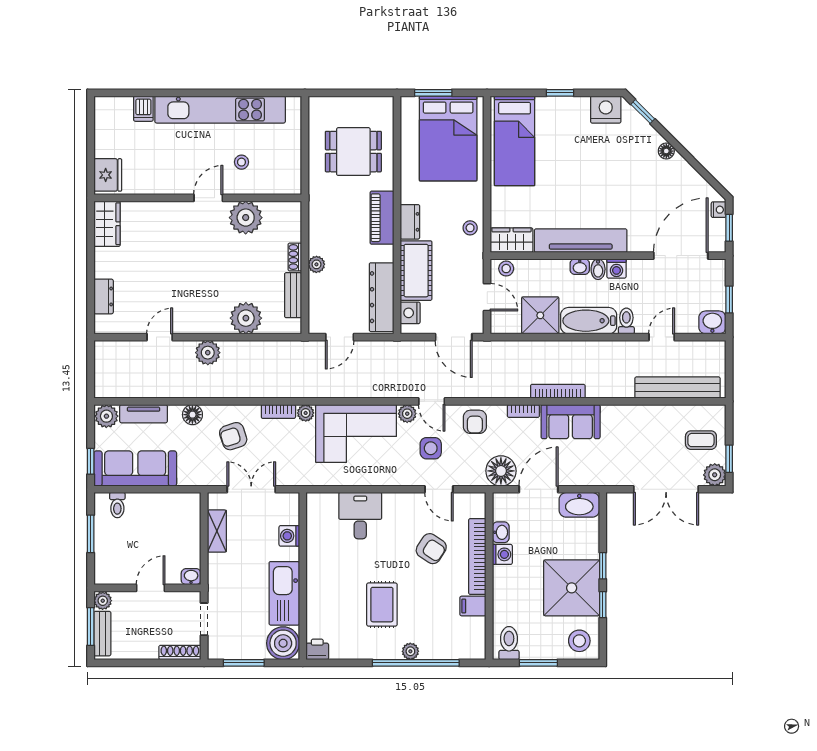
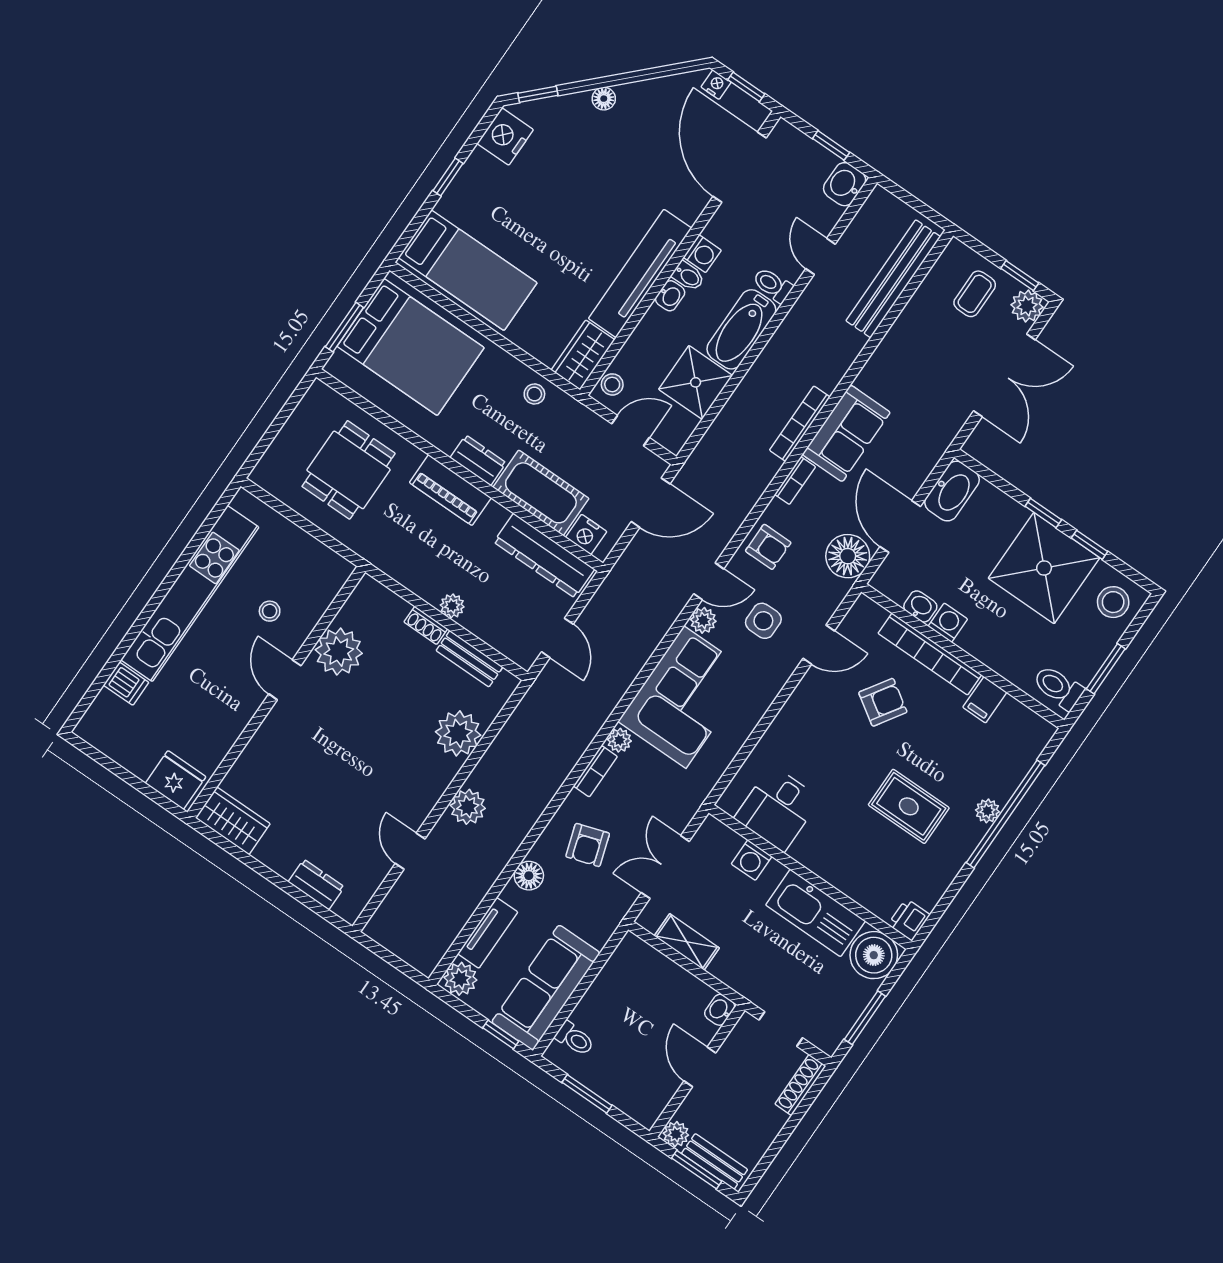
desk: (360, 516) -> (778, 808), moved, turned -90

